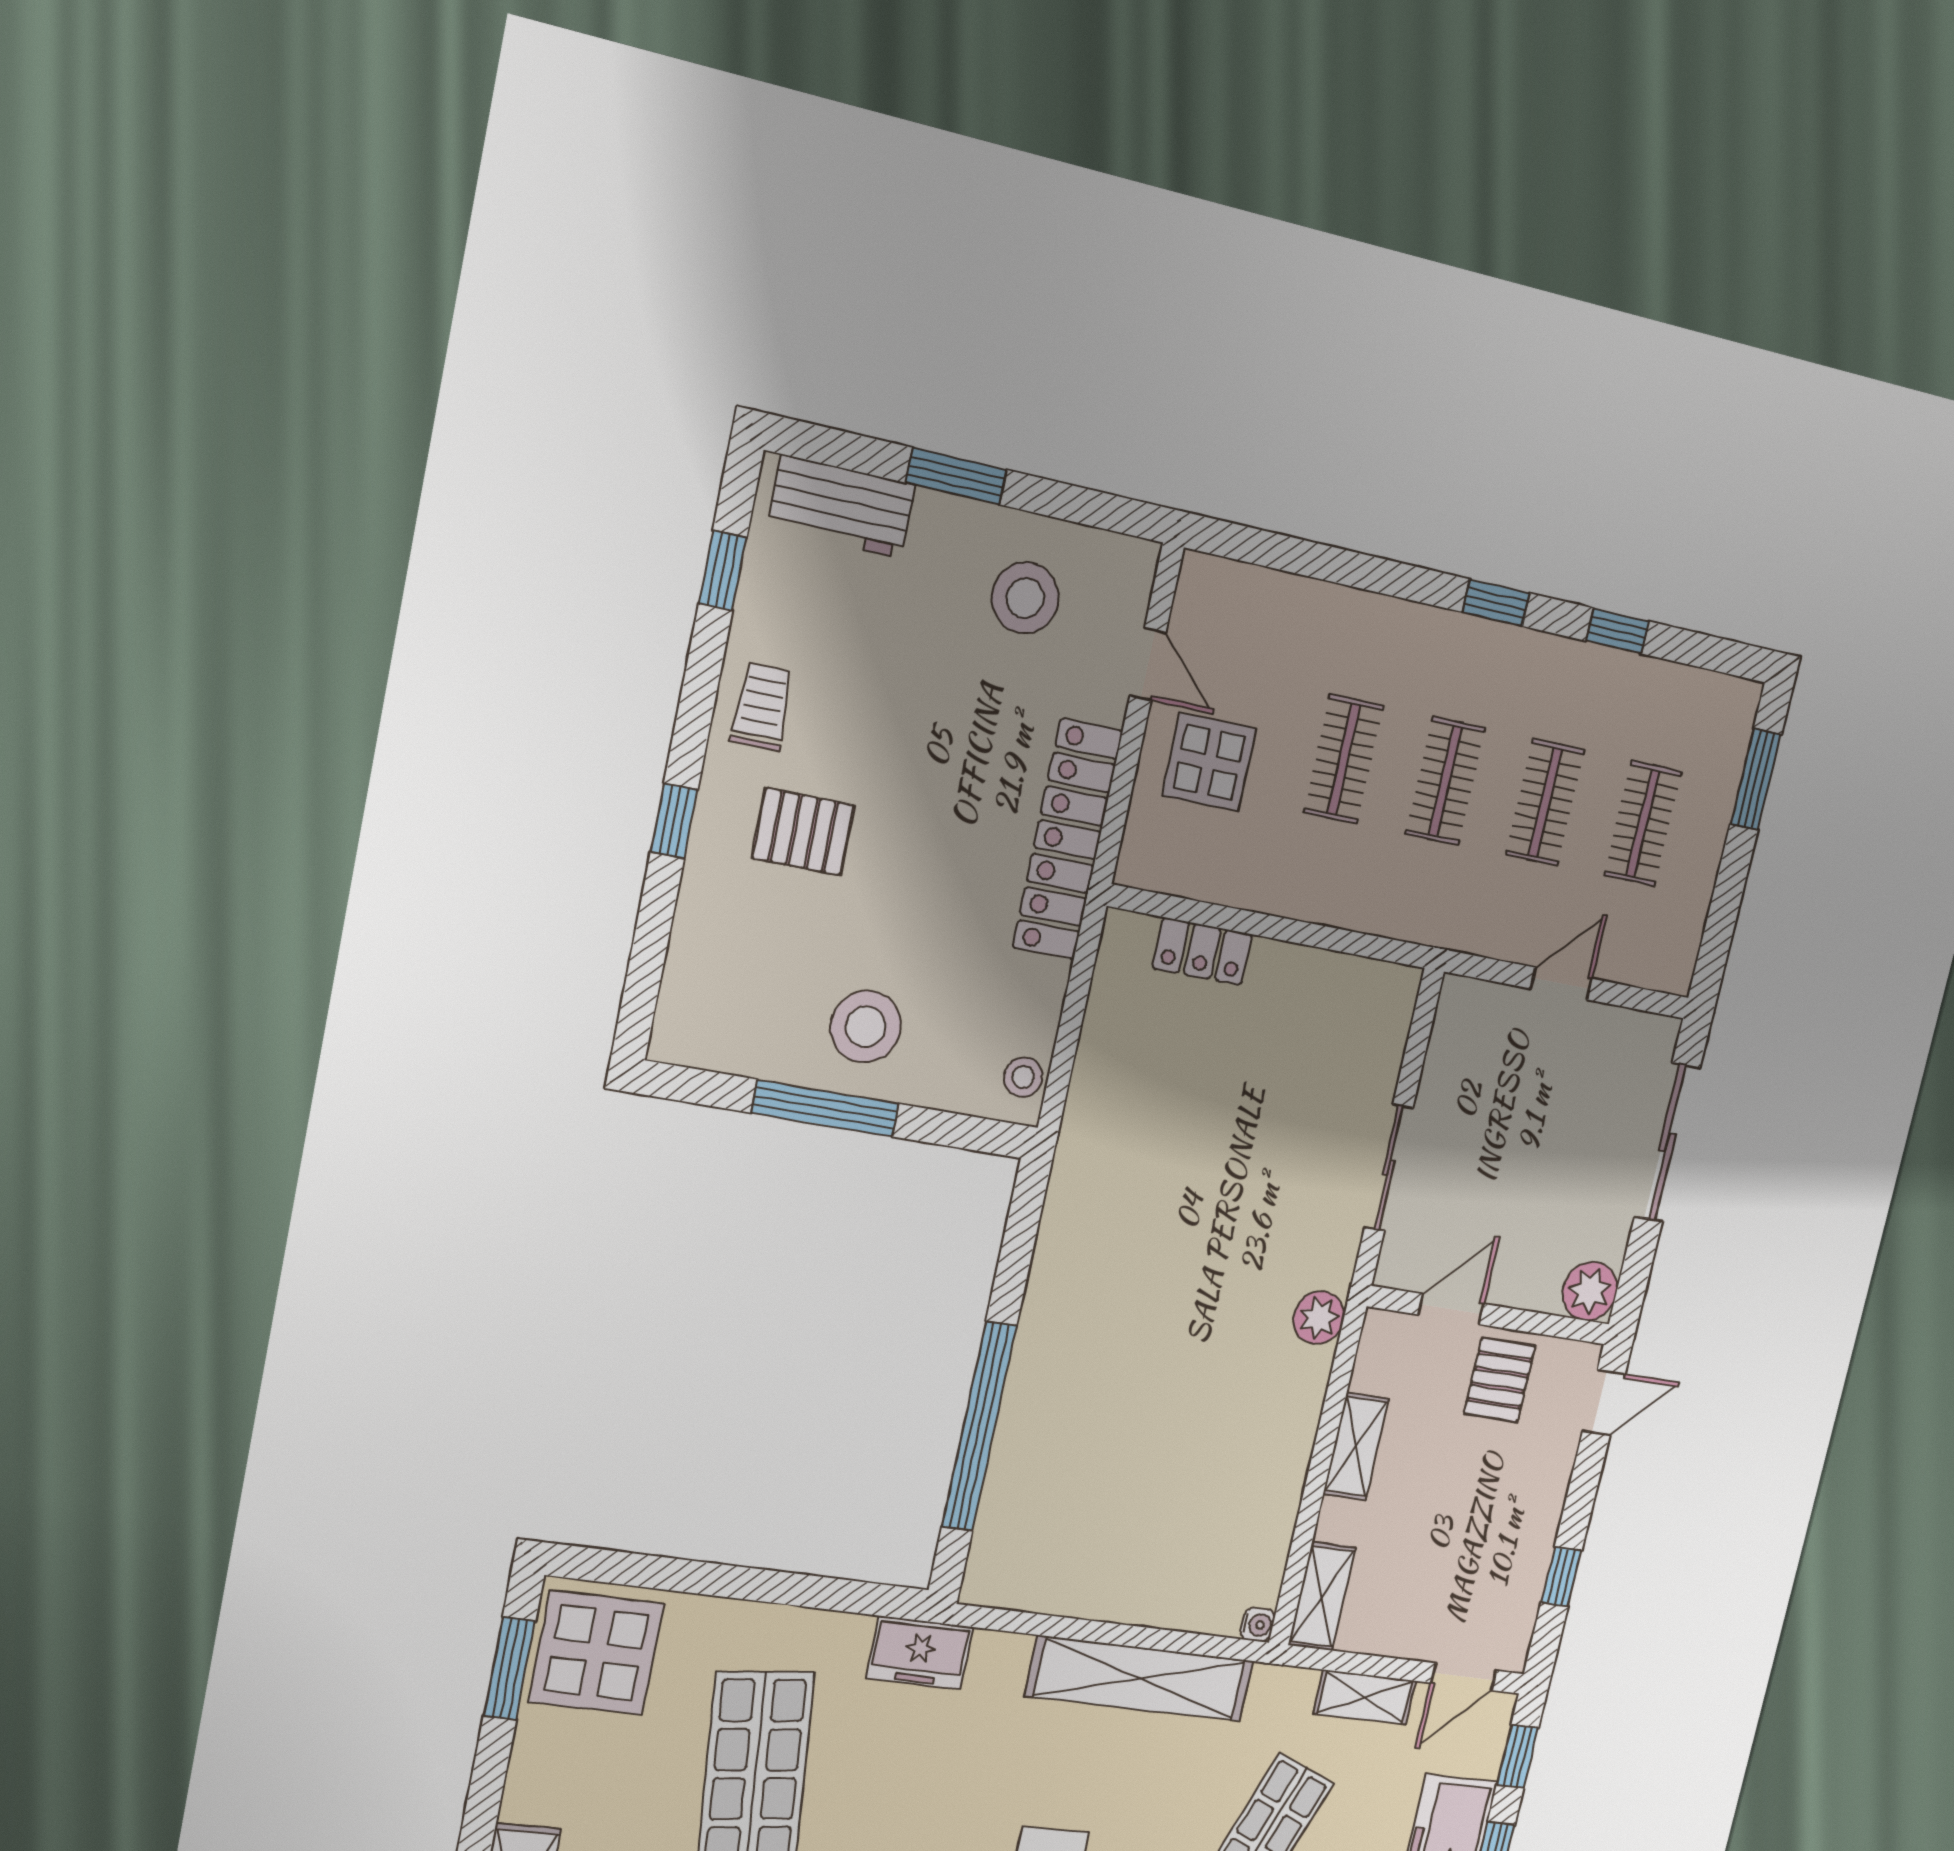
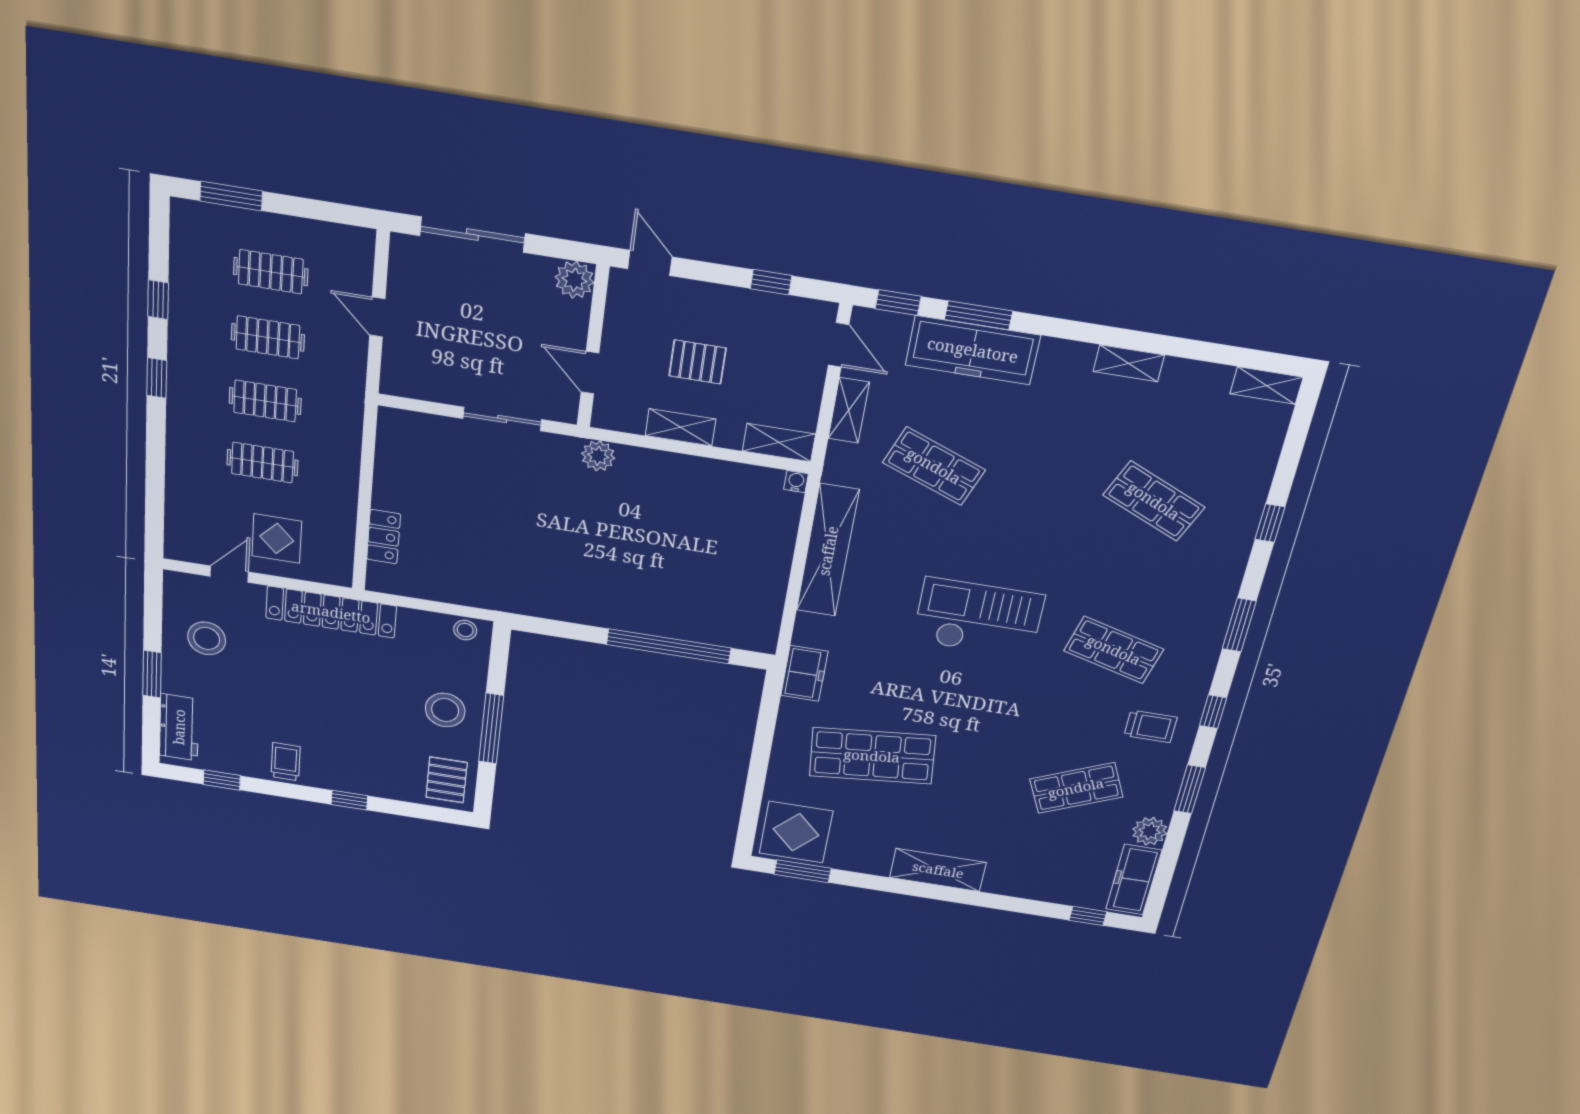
trolley: (762, 707) -> (286, 762), turned 90
pallet: (803, 832) -> (447, 780), moved
pallet: (1500, 1380) -> (698, 362), moved

